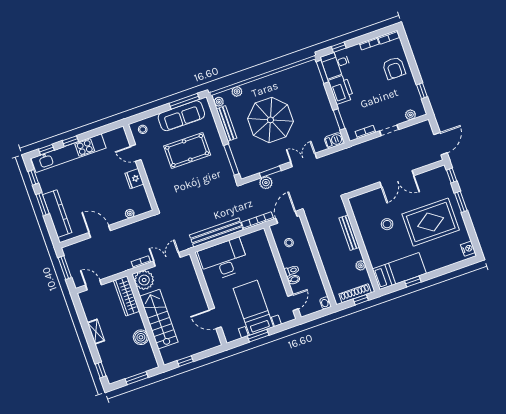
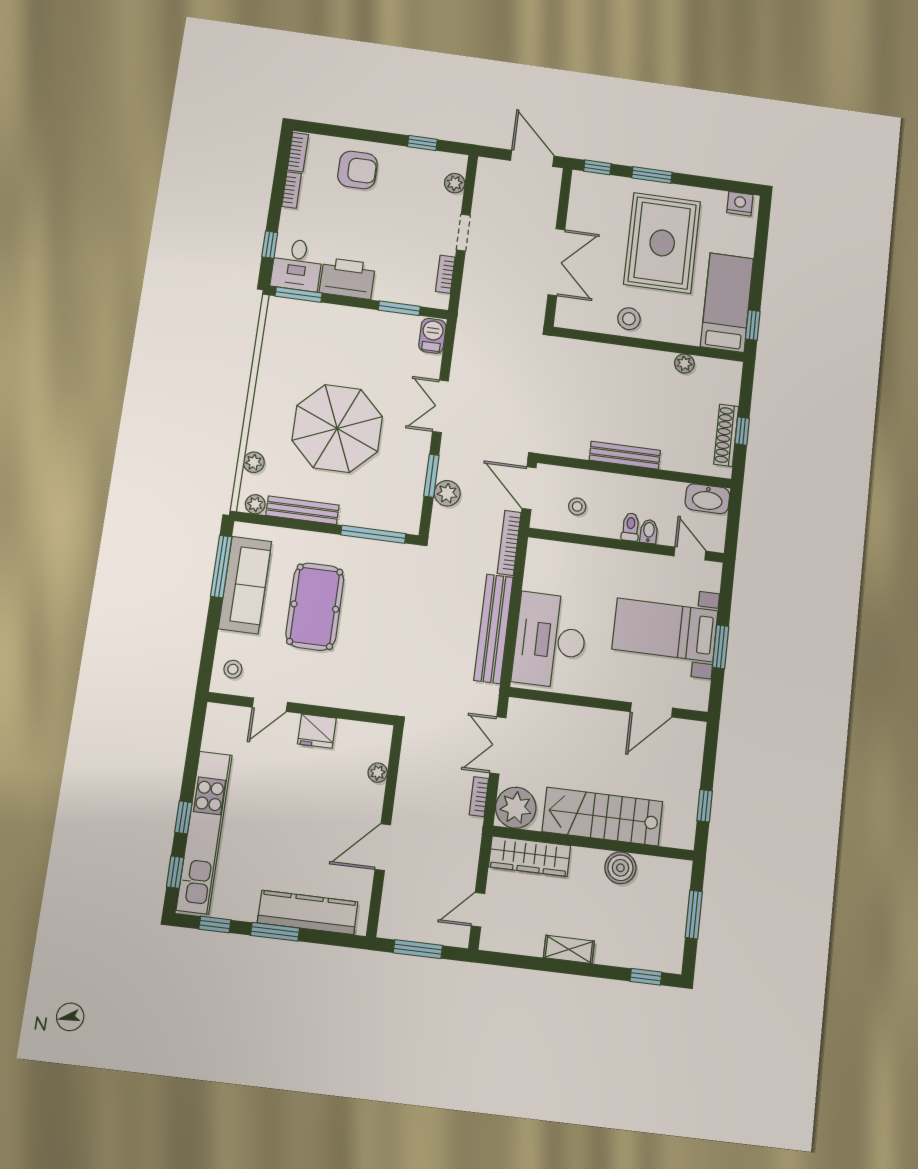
bench: (349, 233) -> (625, 455), moved
wall: (361, 245) -> (648, 344), moved
plant: (361, 265) -> (684, 364), moved
bed: (399, 271) -> (727, 302), moved
washbasin: (325, 303) -> (707, 499), width x1.91, depth x1.45

